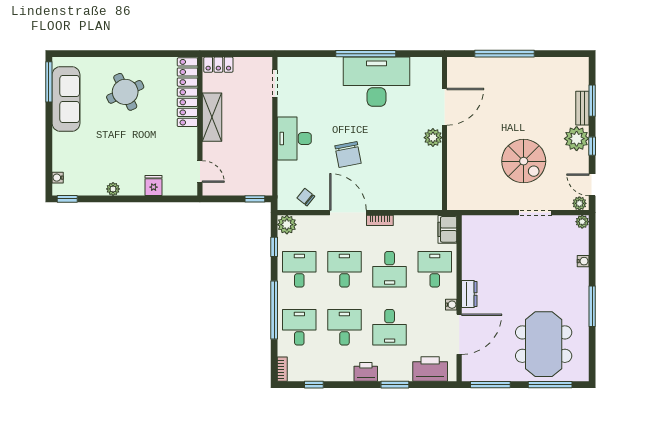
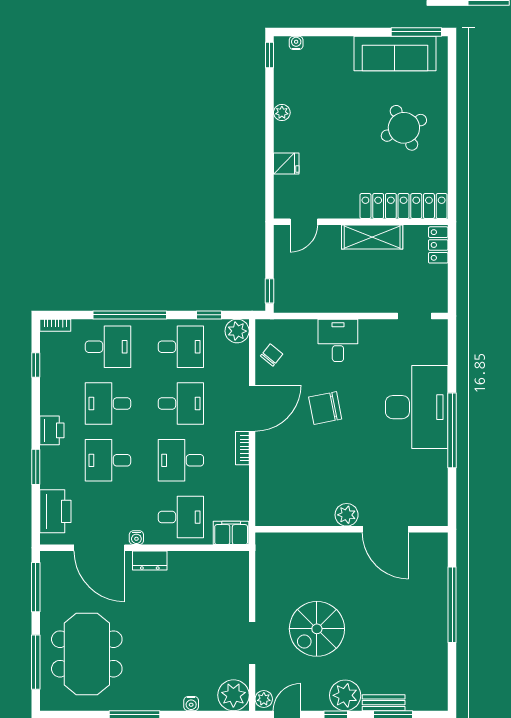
desk: (377, 82) -> (417, 407), moved
desk: (294, 139) -> (338, 340), width x0.73
plant: (582, 222) -> (233, 695), width x1.88, depth x1.88
desk: (344, 327) -> (108, 404), turned 180
meeting table: (544, 344) -> (87, 654), turned 90

